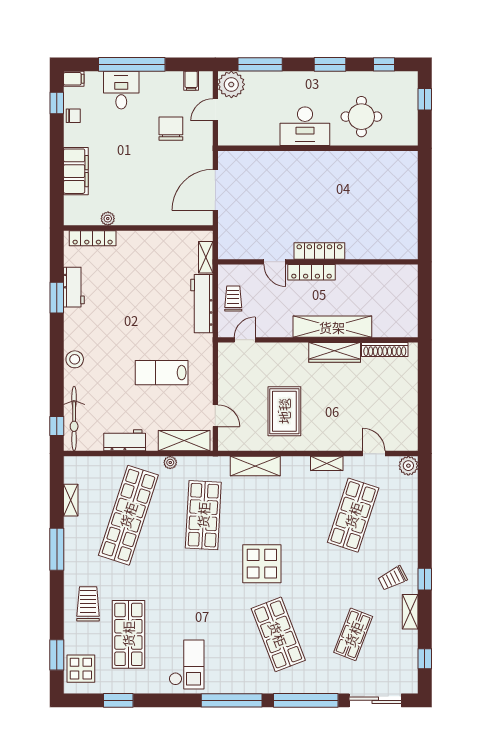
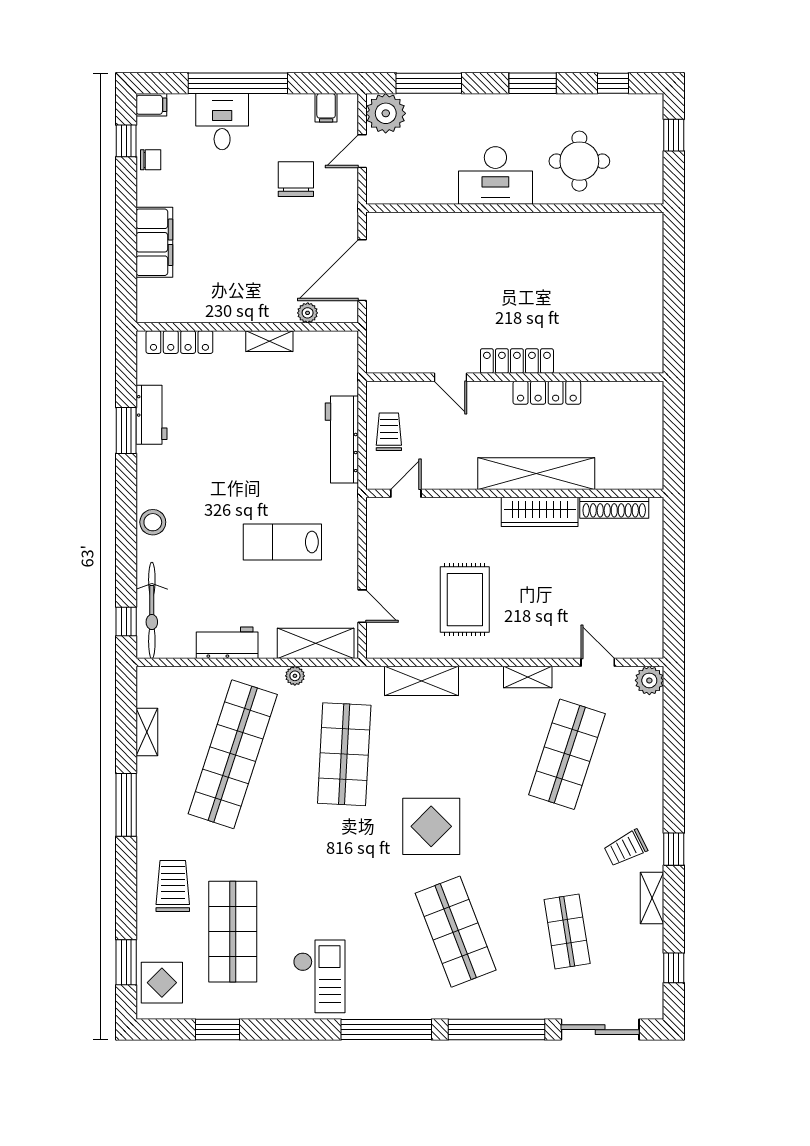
plant: (108, 219) -> (308, 313), moved
shelving: (206, 257) -> (269, 341), moved, turned 90
locker: (311, 272) -> (547, 393), moved
shop shelf: (353, 634) -> (567, 932), turned -30

